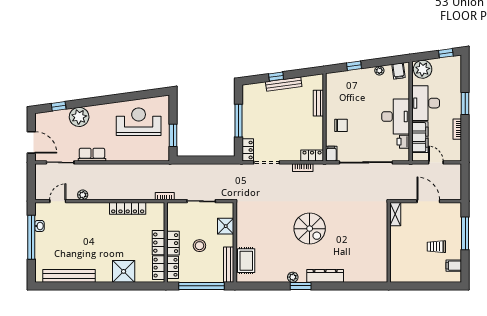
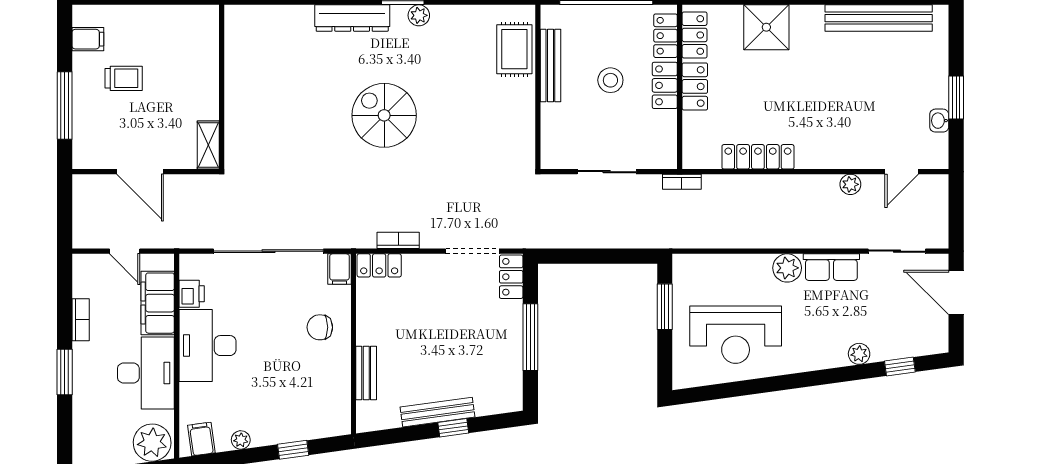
plant: (79, 117) -> (859, 354), width x0.53, depth x0.53
plant: (113, 154) -> (787, 268), added
shower: (226, 226) -> (557, 120), removed
window: (31, 237) -> (956, 97), width x0.47
bench: (229, 265) -> (550, 66), moved

